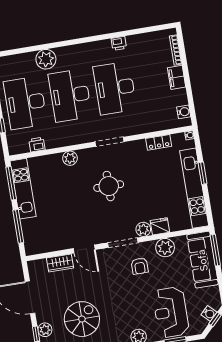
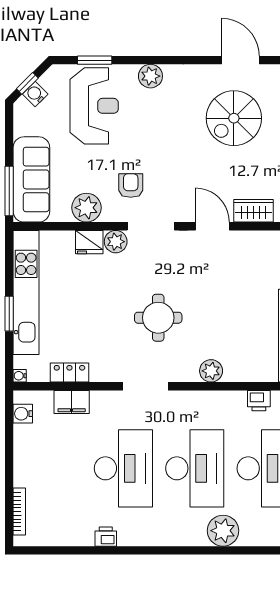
filing cabinet: (177, 77) -> (72, 402), moved, turned 90

